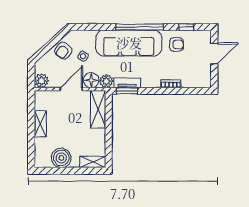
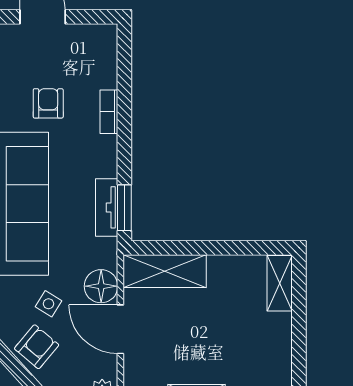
armchair: (176, 44) -> (48, 103), moved
armchair: (63, 51) -> (37, 347), turned -89
plant: (106, 81) -> (103, 253), removed
boiler: (61, 158) -> (271, 351), removed

